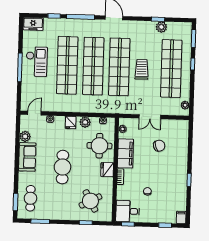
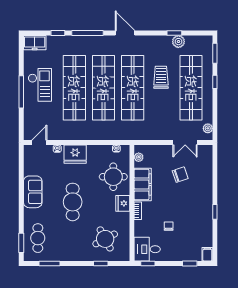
trolley: (142, 69) -> (161, 77), moved
double door: (150, 117) -> (185, 142), moved
fridge: (71, 122) -> (75, 154), width x1.88, depth x1.34
plant: (85, 122) -> (96, 151), removed
plant: (25, 136) -> (30, 169), removed

